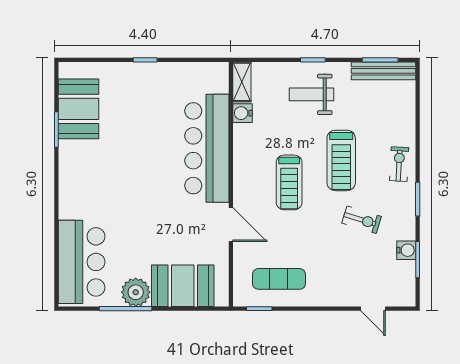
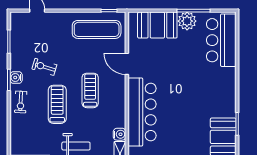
water cooler: (406, 250) -> (16, 78), moved
exercise mat: (279, 279) -> (97, 29), width x1.36, depth x1.45

